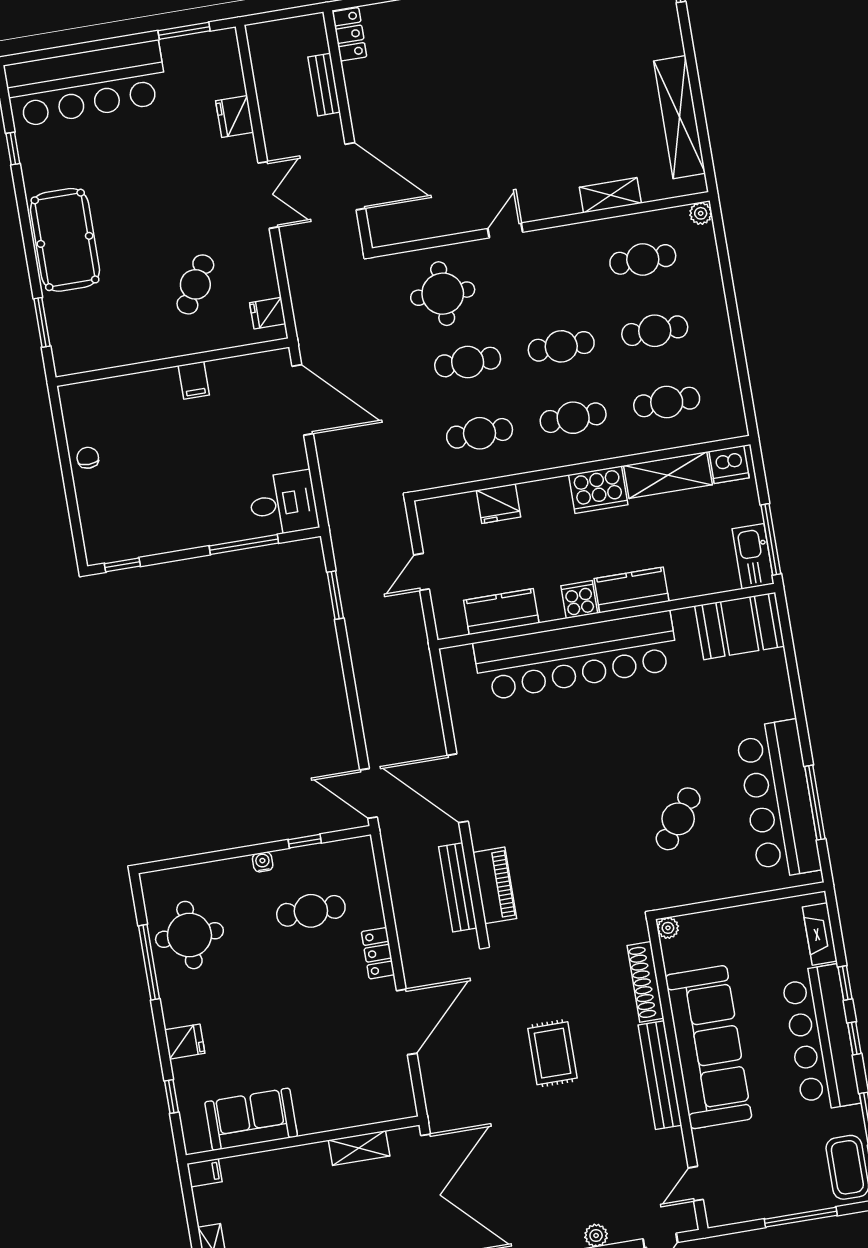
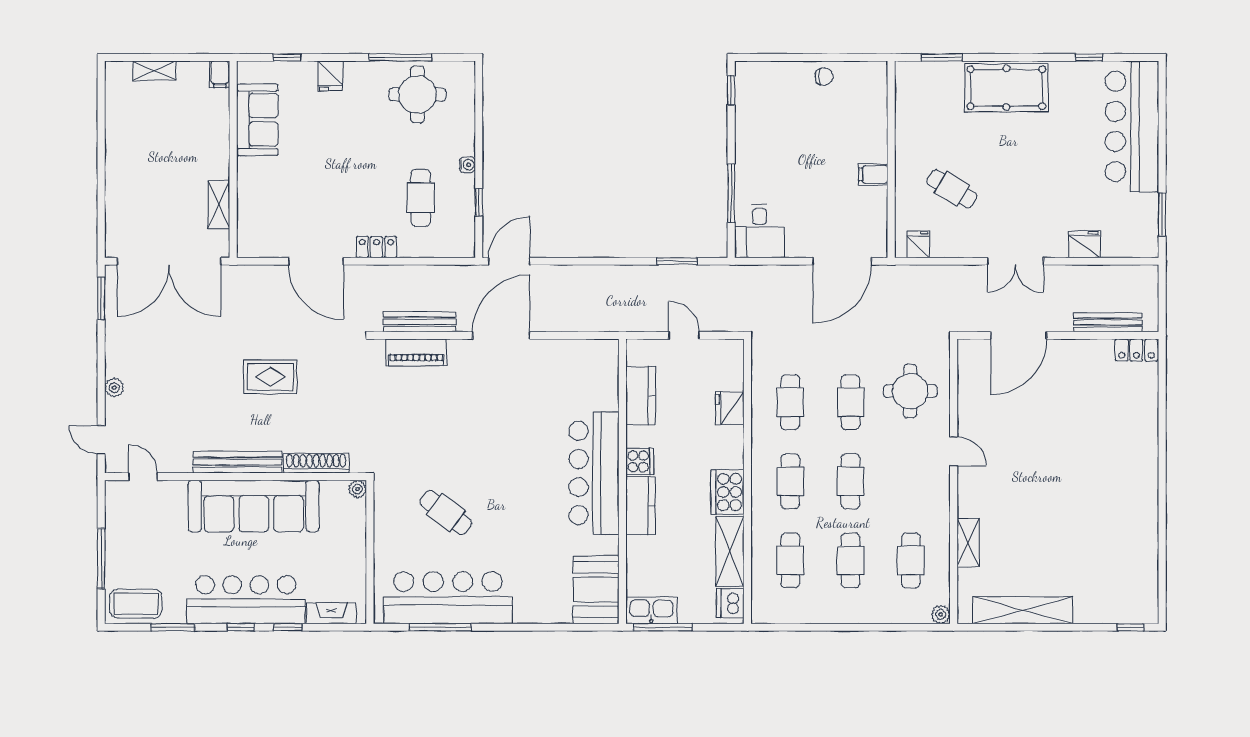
bench: (324, 85) -> (1108, 322), width x1.36
bar counter: (576, 656) -> (594, 473), width x0.73

